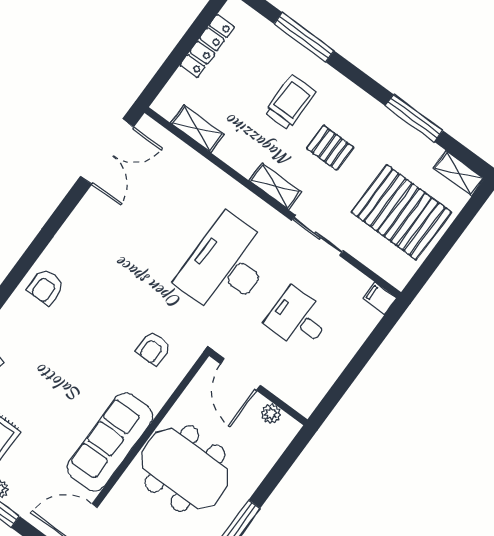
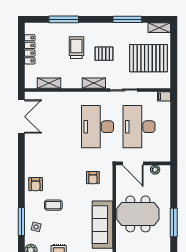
desk: (298, 319) -> (139, 127), width x1.87, depth x1.30
coffee table: (50, 346) -> (53, 205), added

